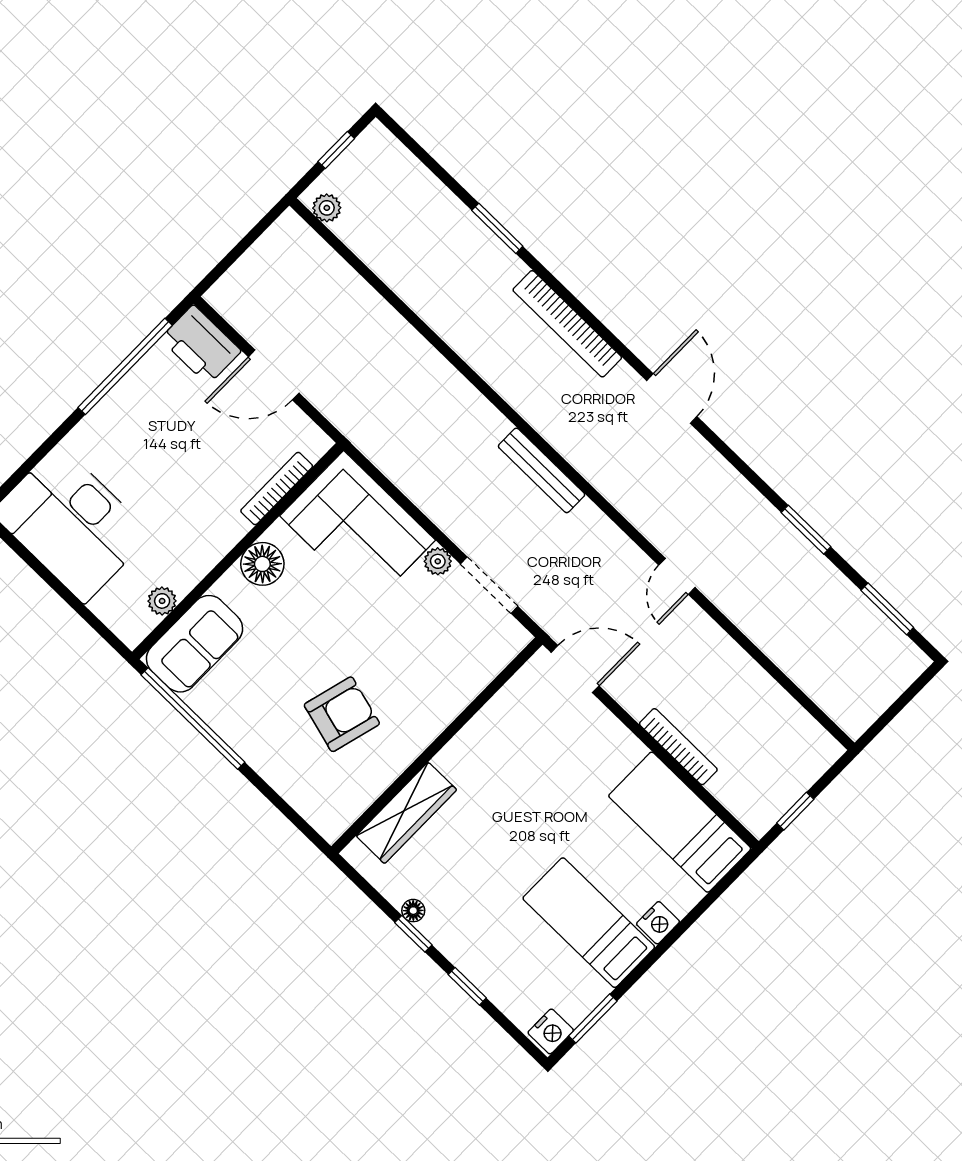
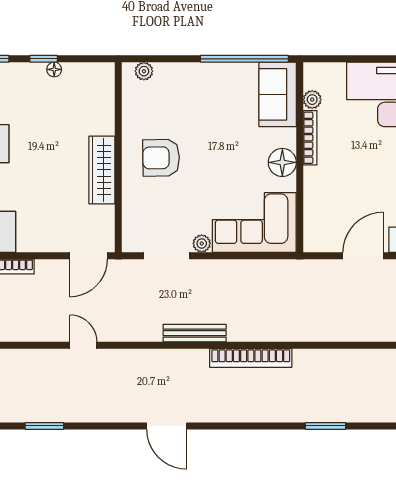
bookcase: (567, 324) -> (251, 358), moved, turned 180
bookcase: (277, 489) -> (310, 138), moved
armchair: (342, 714) -> (161, 158), moved, turned 74
plant: (316, 813) -> (144, 71), added
wardrobe: (406, 813) -> (102, 170), moved

